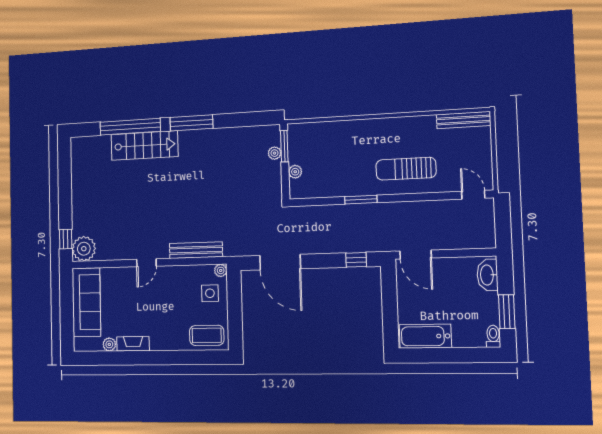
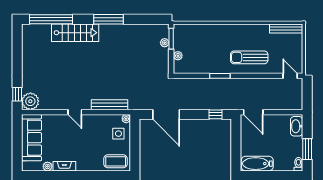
window: (130, 127) -> (51, 19), moved
door: (146, 263) -> (75, 112), hinge flipped

